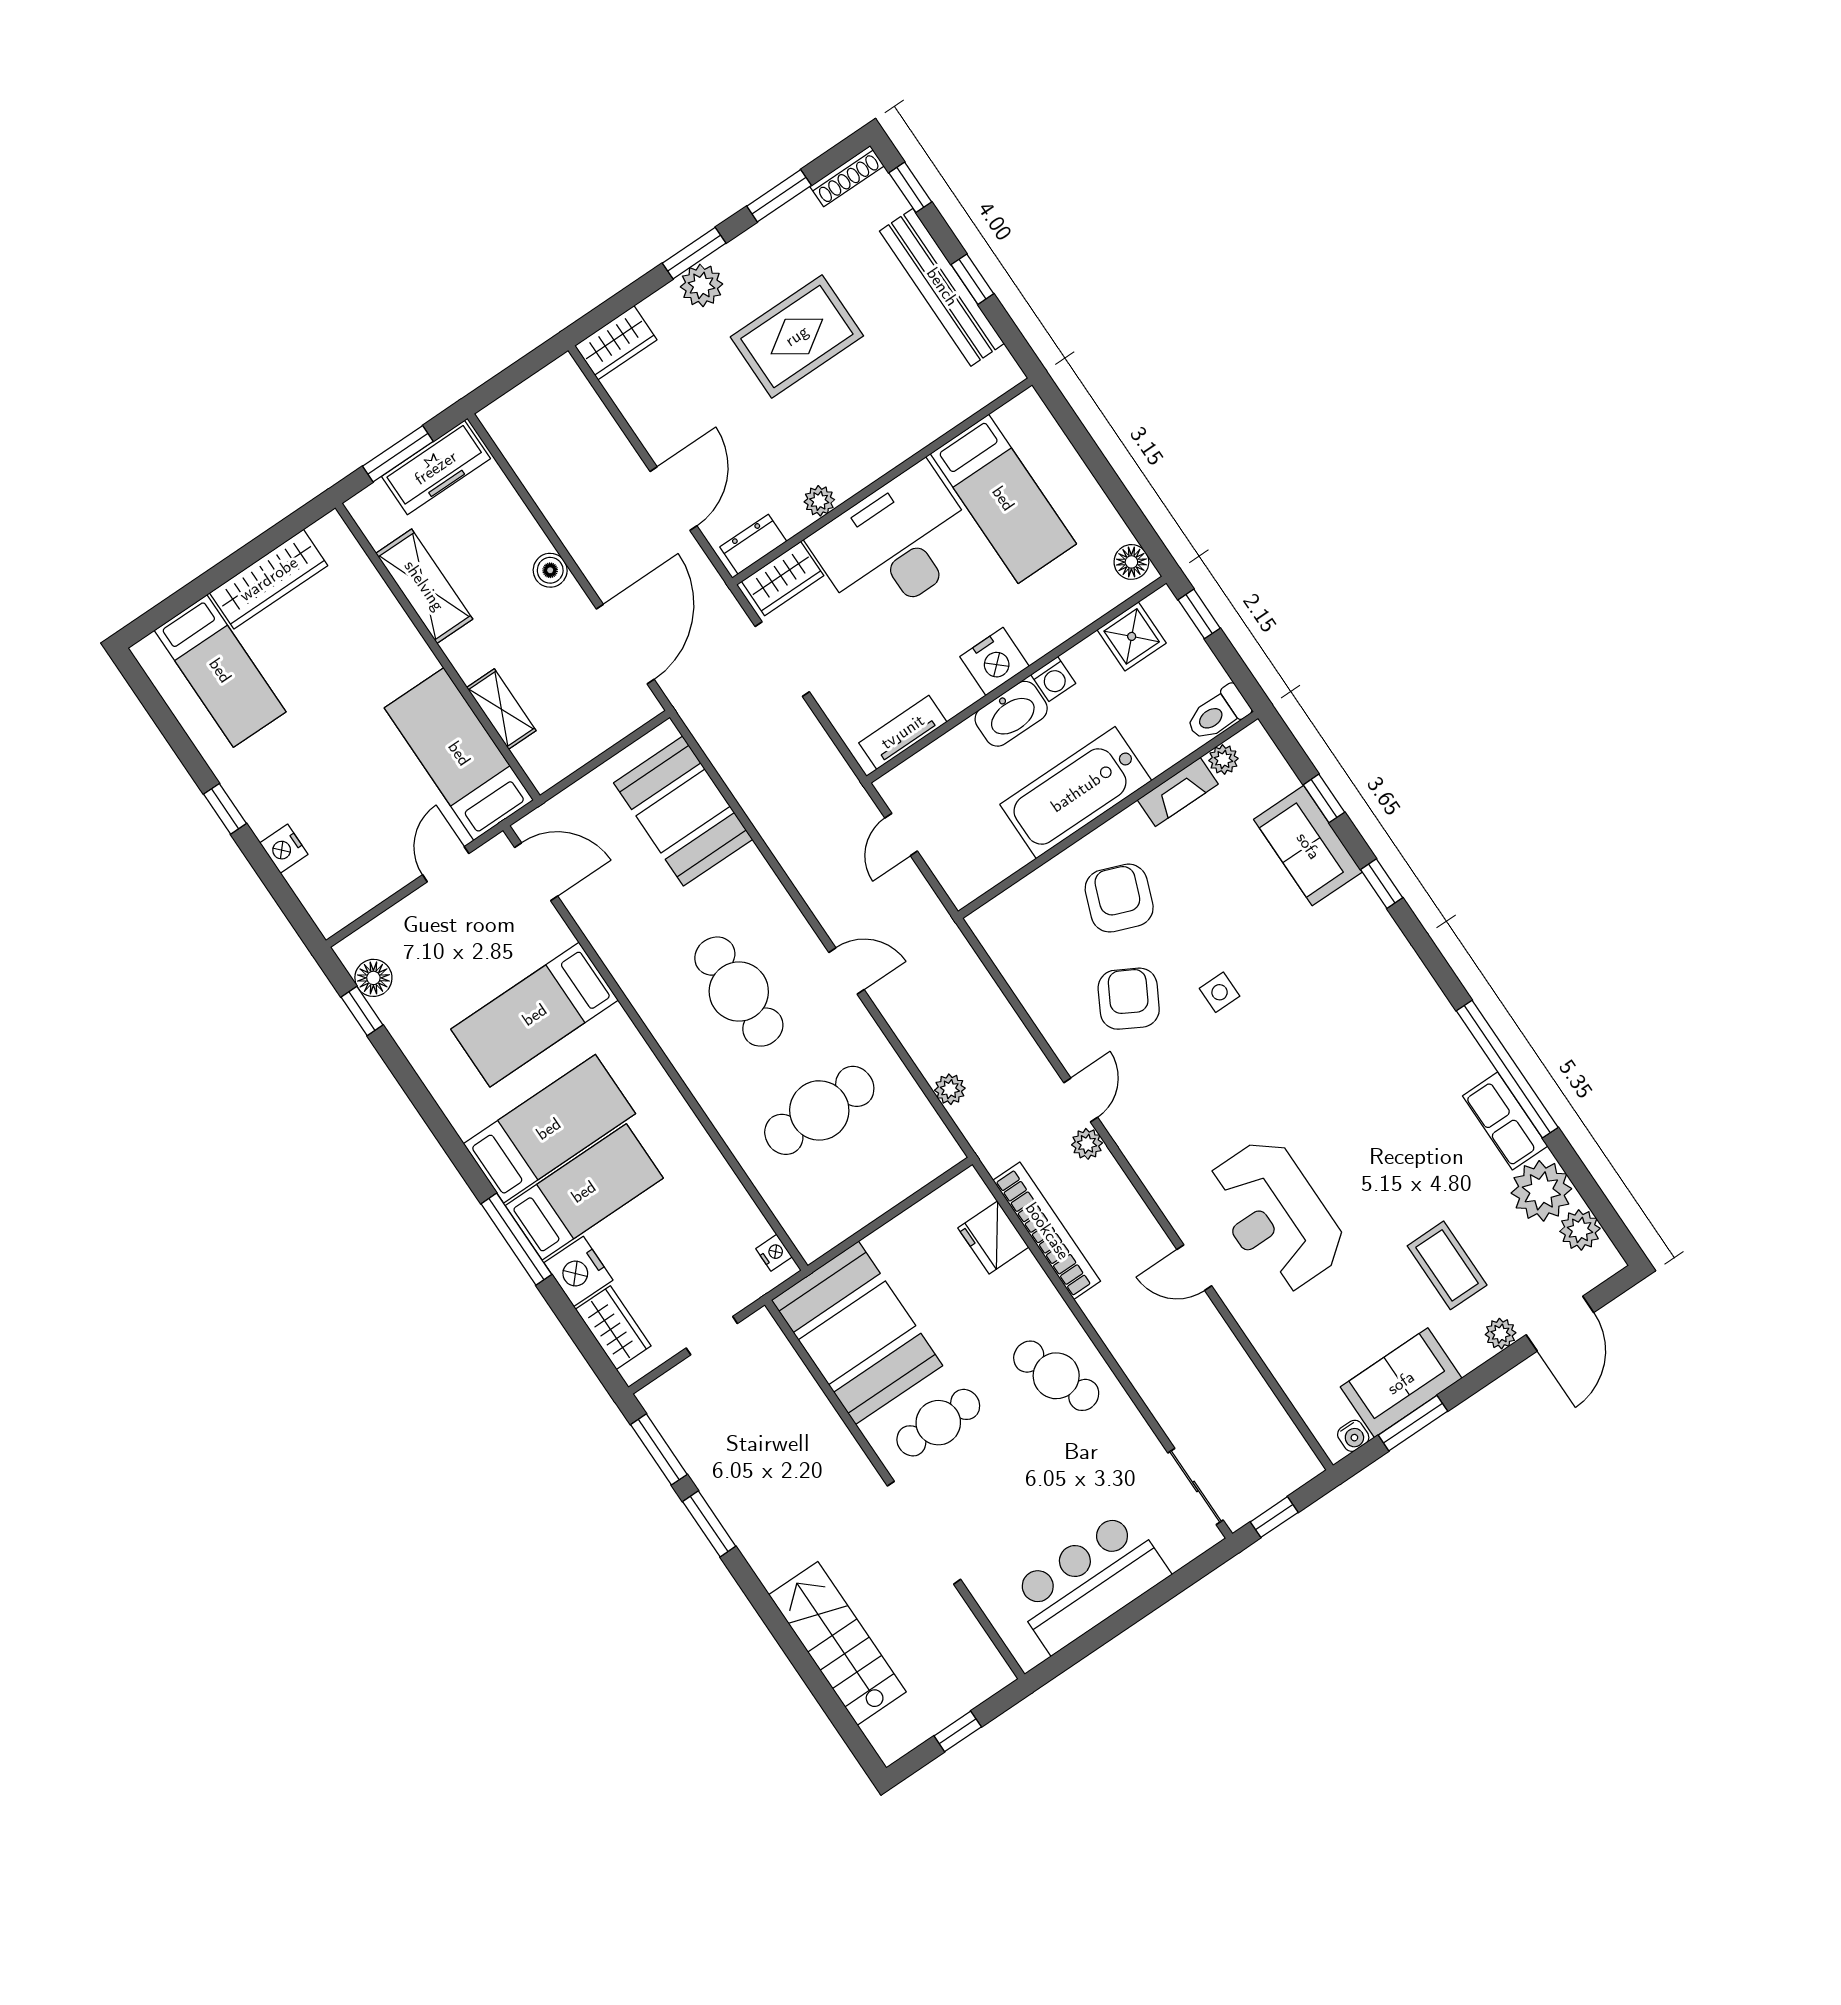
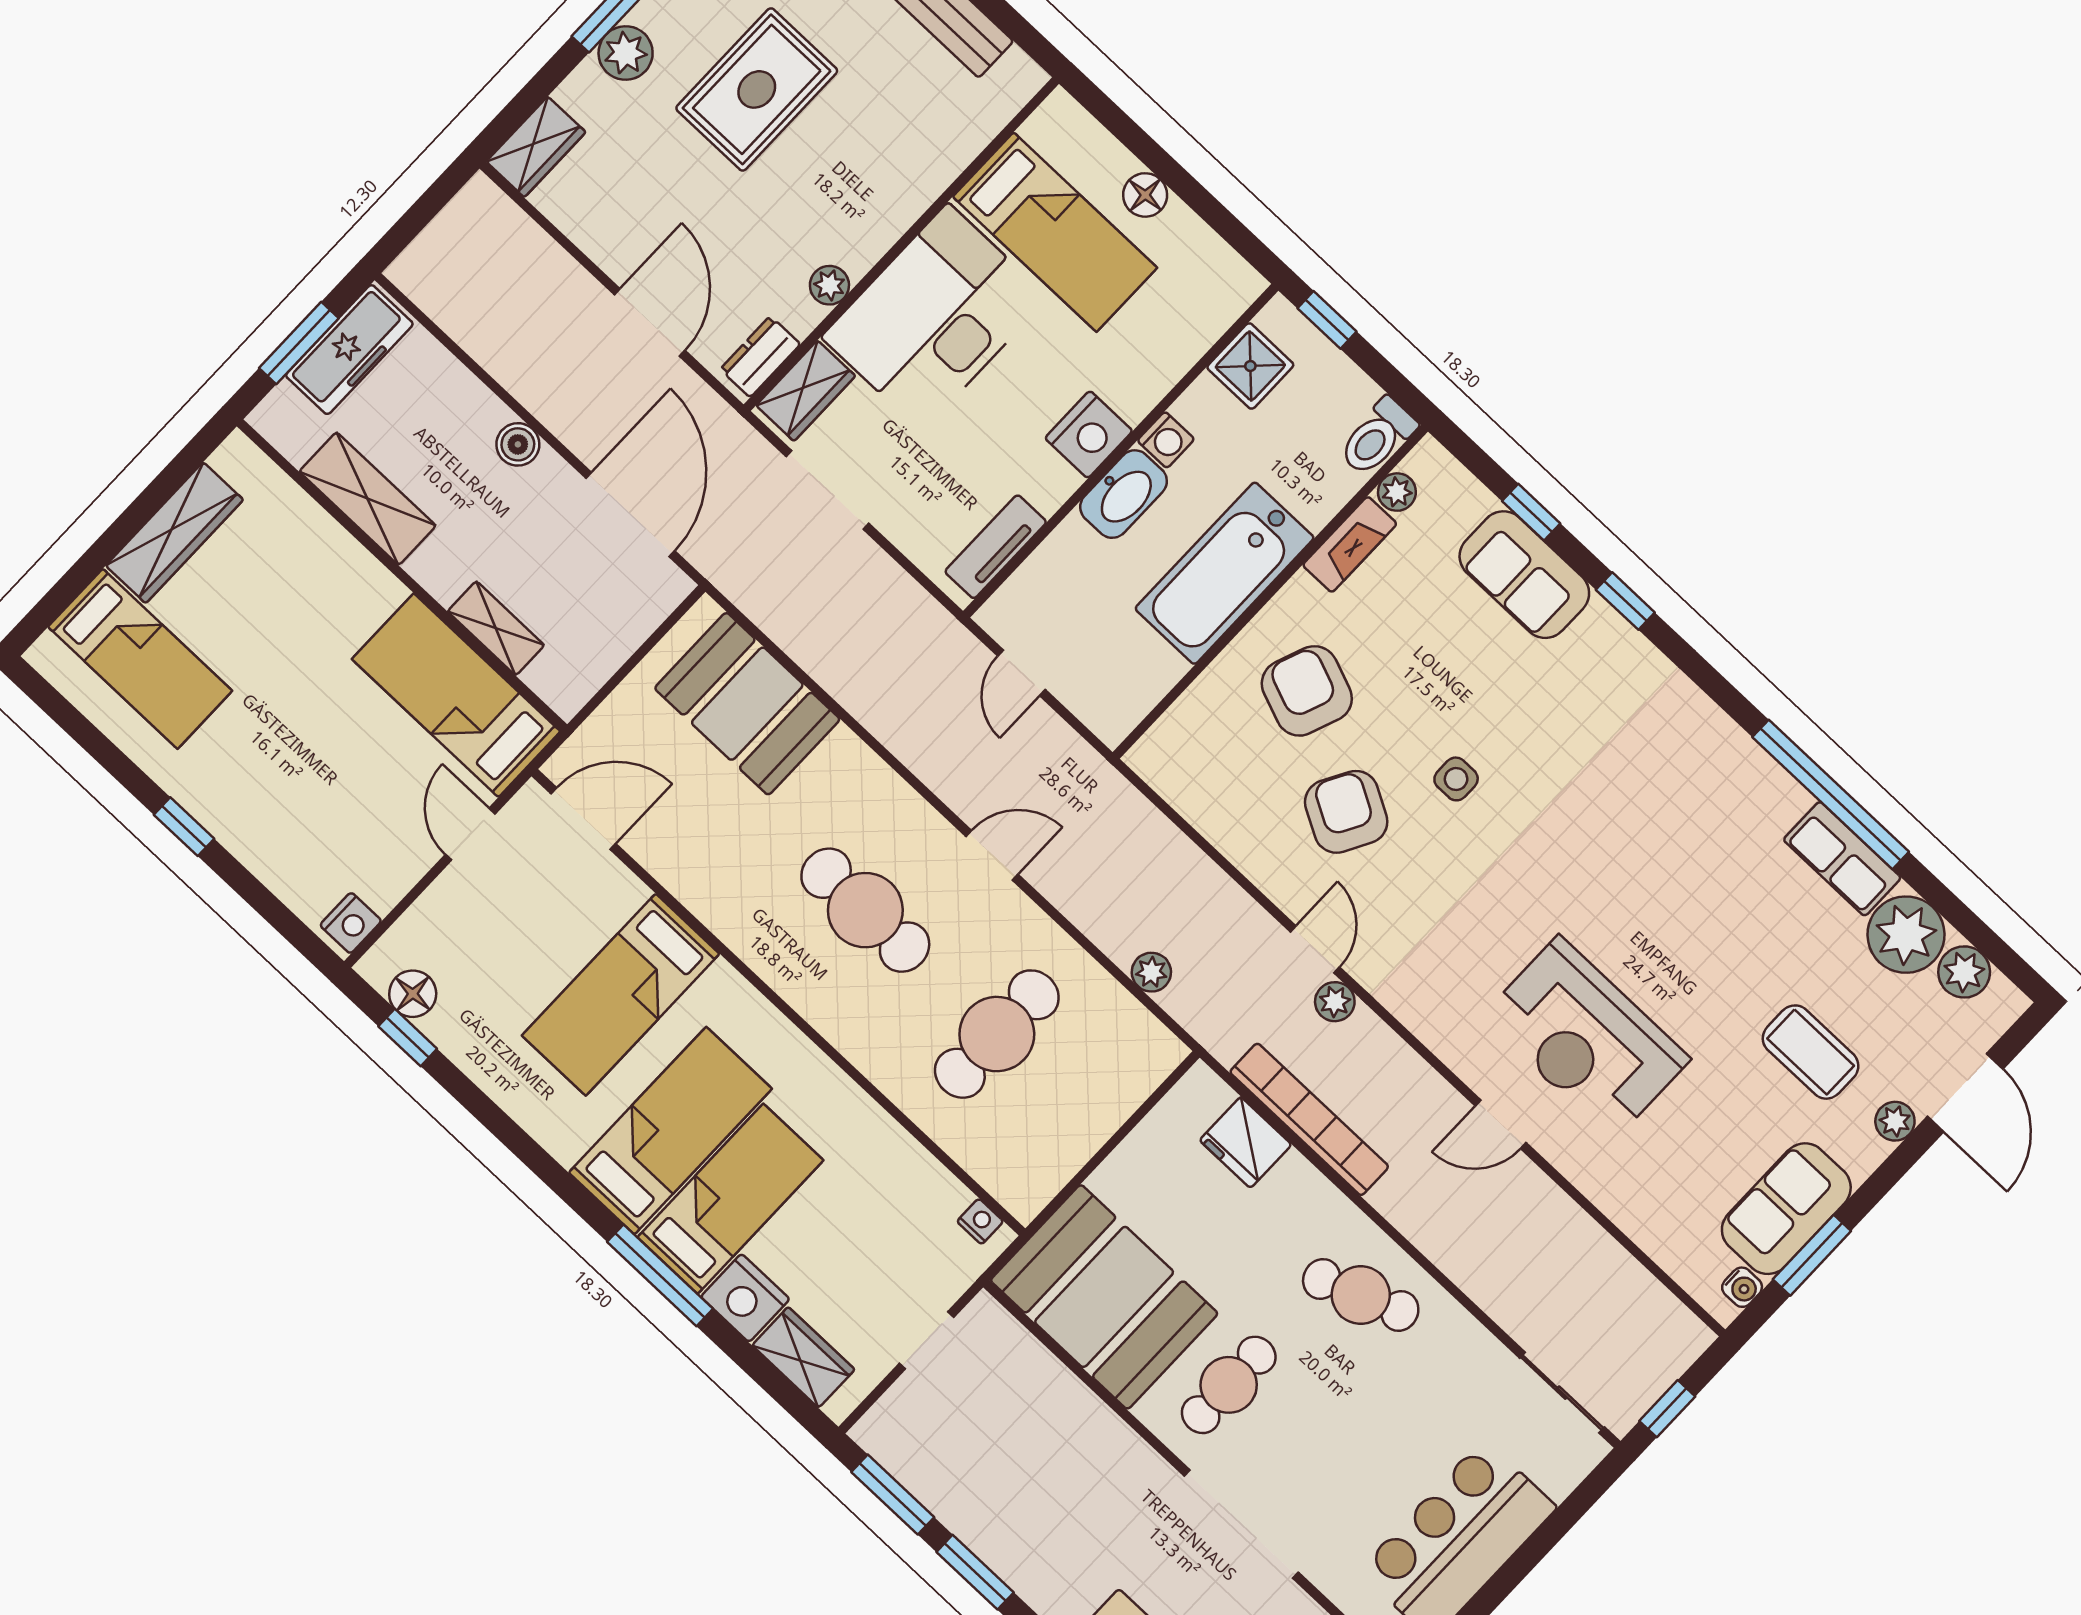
floor lamp: (1131, 562) -> (1145, 195), moved
nightstand: (284, 849) -> (351, 923), moved, turned -90

